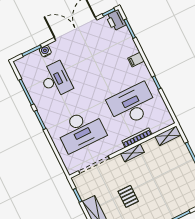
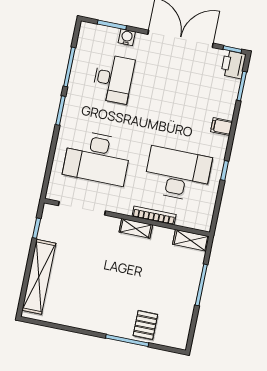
pallet: (128, 196) -> (145, 325), moved

